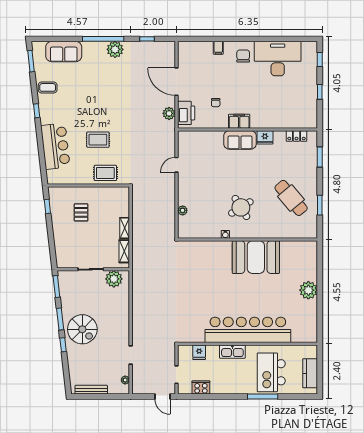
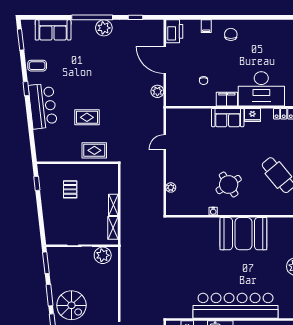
desk: (278, 59) -> (261, 89), moved, turned 180
printer: (186, 113) -> (174, 31), moved
bar counter: (55, 146) -> (43, 106), moved

